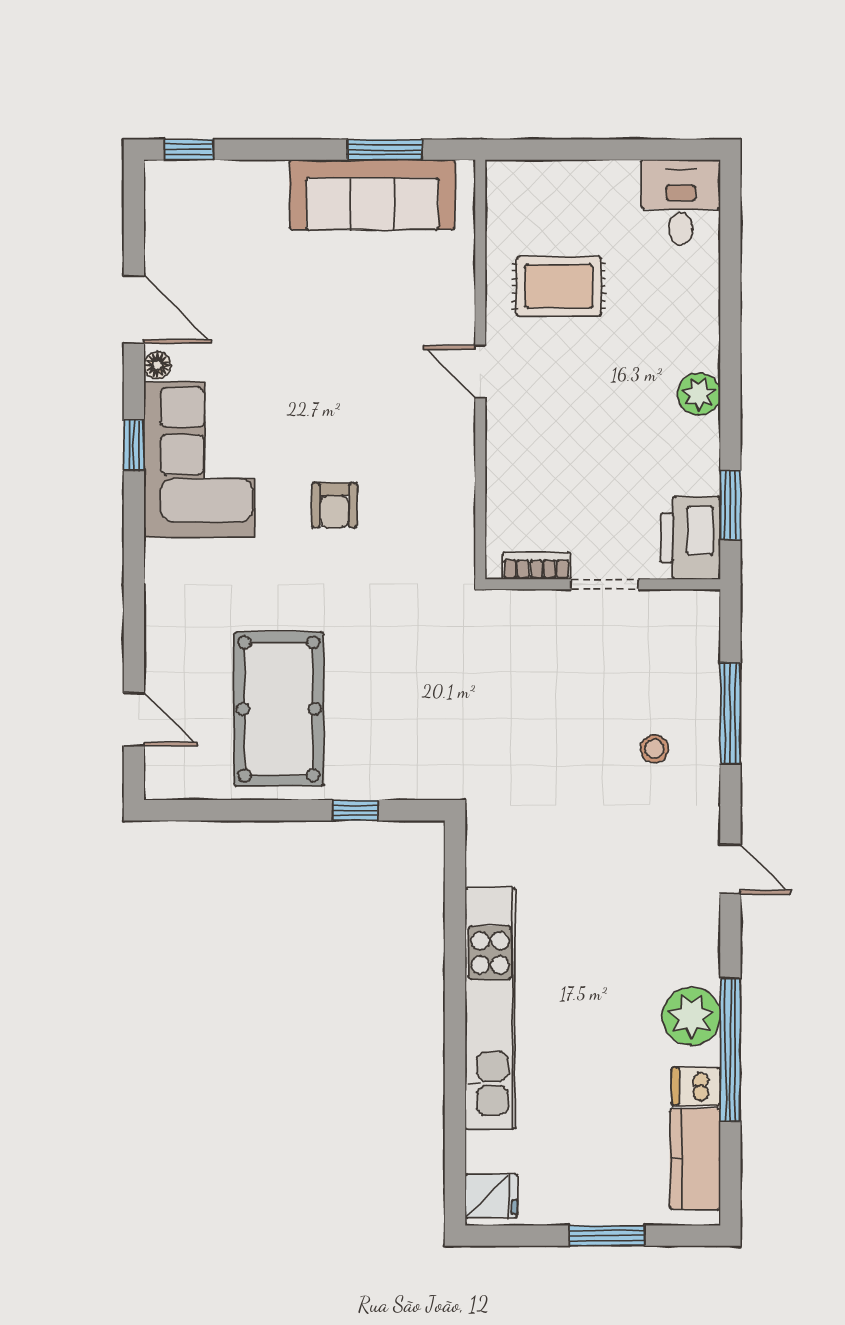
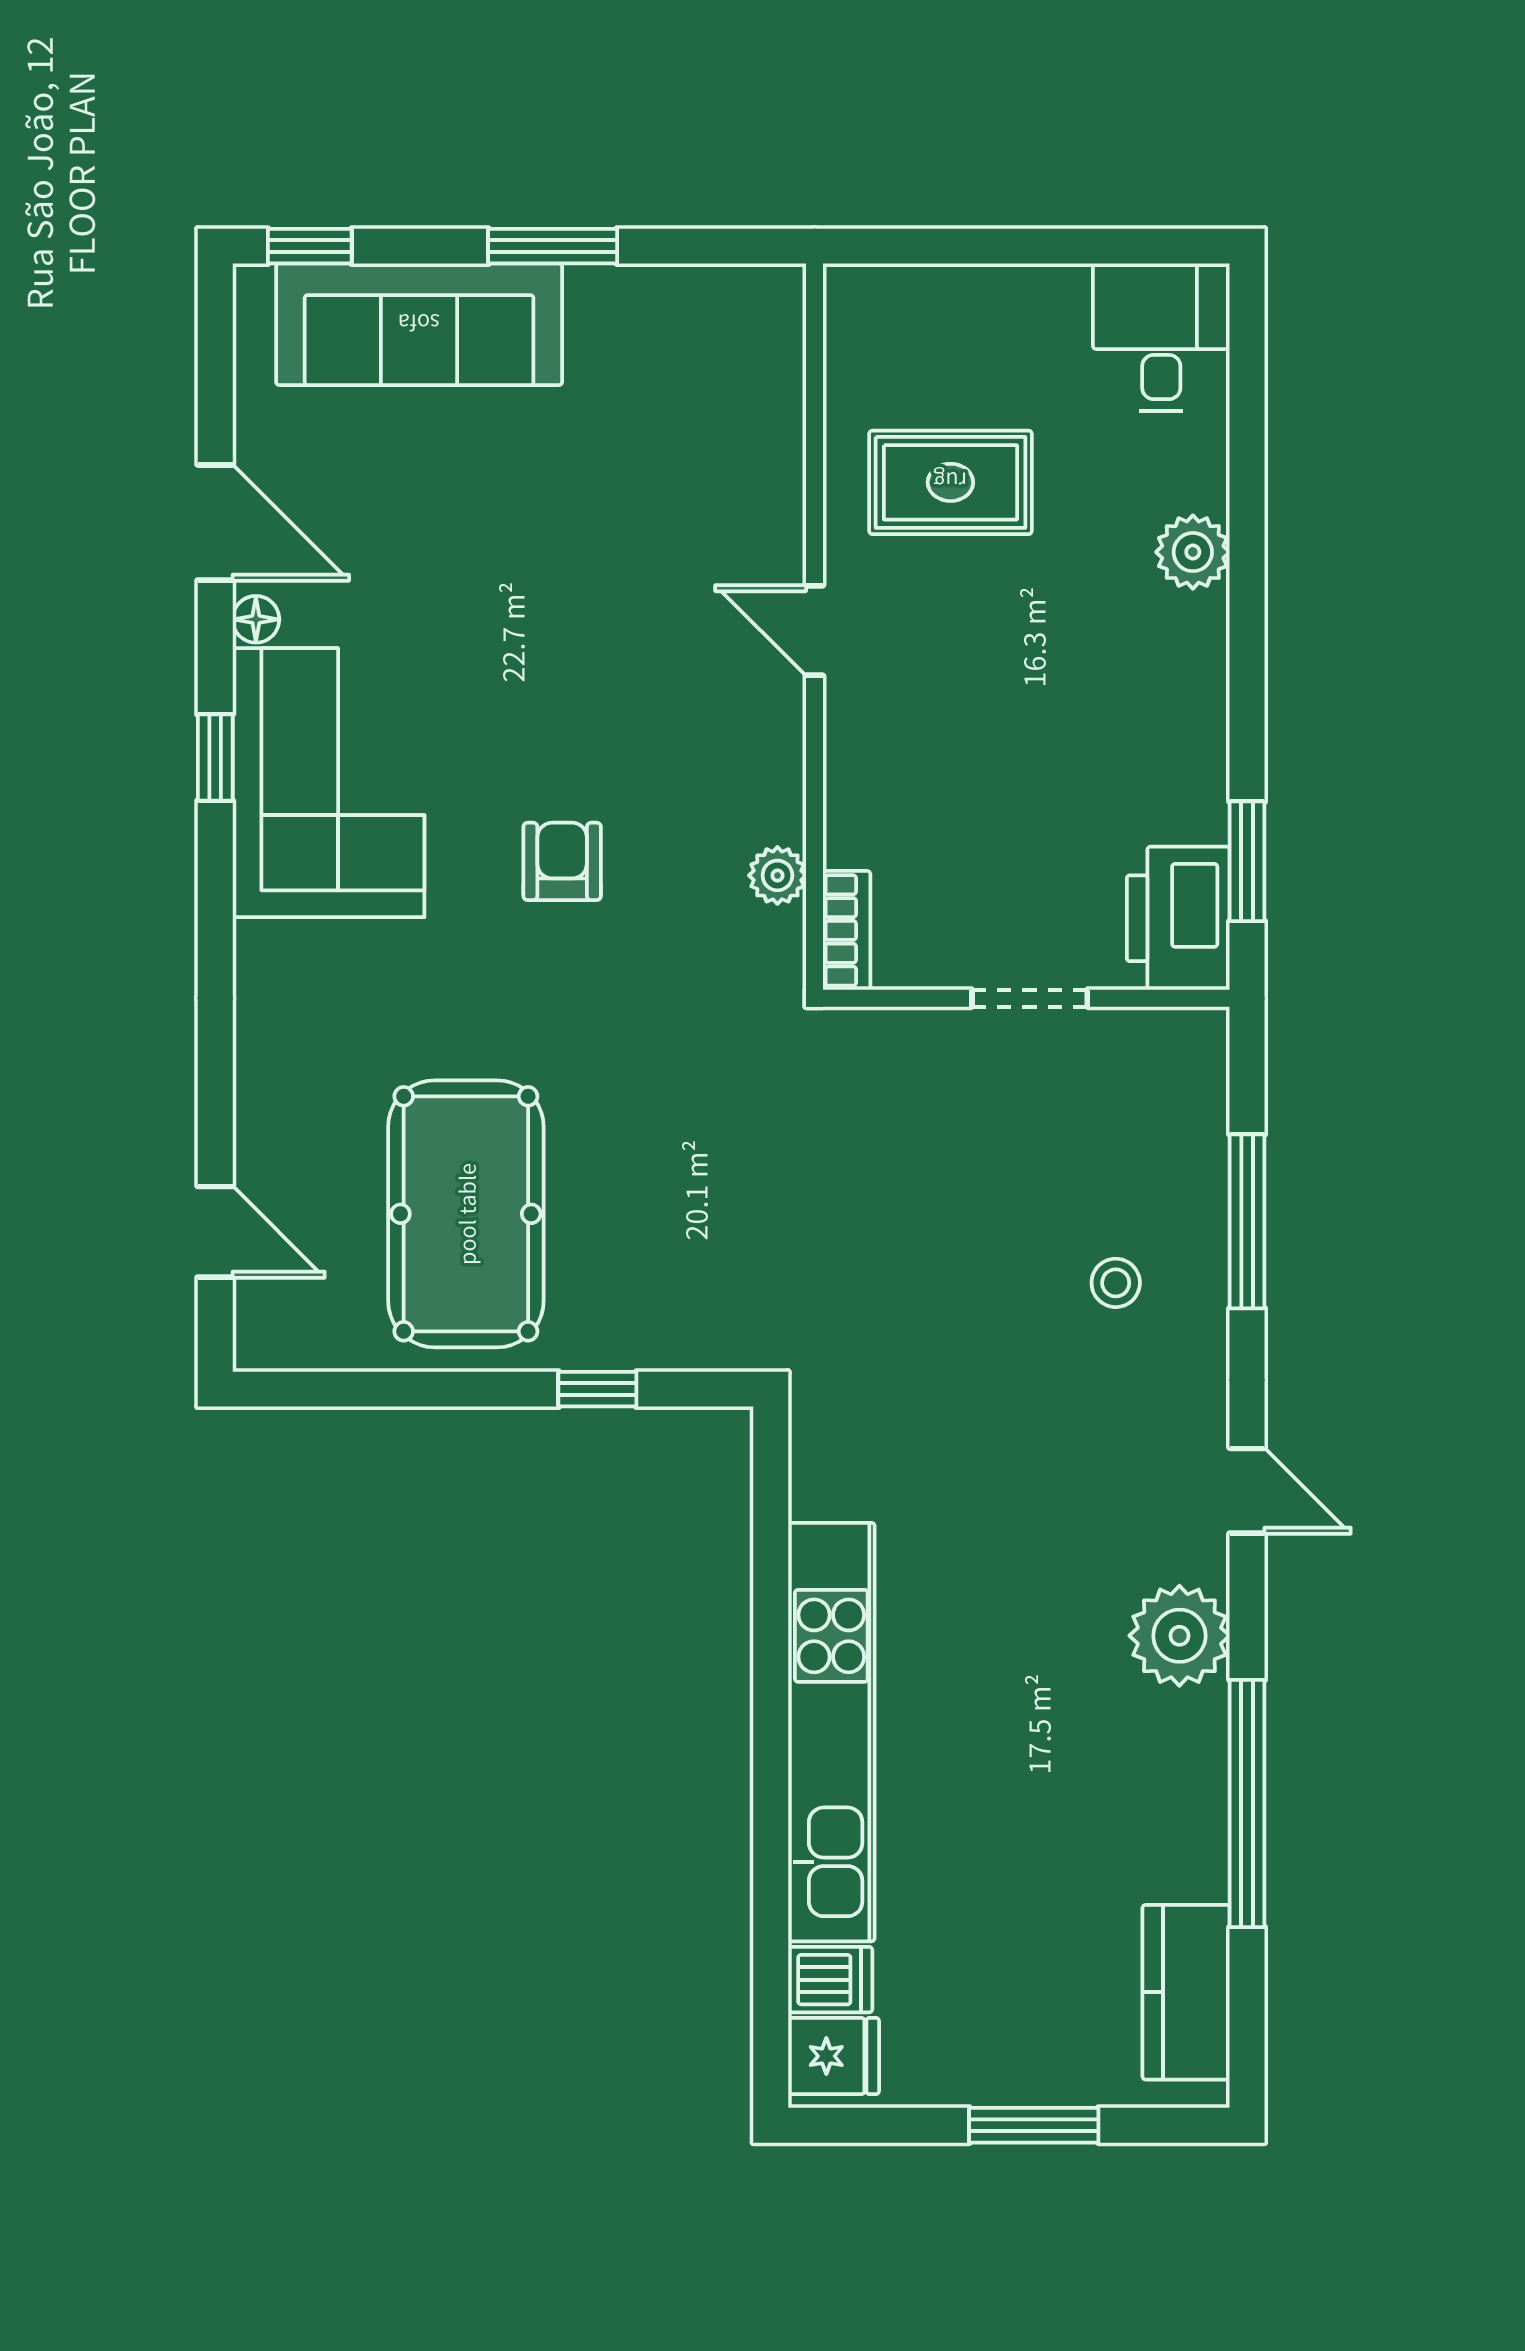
window: (385, 150) -> (553, 246), moved
sofa: (372, 195) -> (419, 324), moved
plant: (699, 394) -> (1193, 552), moved
armchair: (334, 505) -> (562, 861), turned 180
plant: (459, 513) -> (777, 875), added
bookcase: (536, 566) -> (847, 930), moved, turned 90
plant: (691, 1016) -> (1179, 1636), moved
dishwasher: (696, 1086) -> (830, 1980), moved, turned 180

